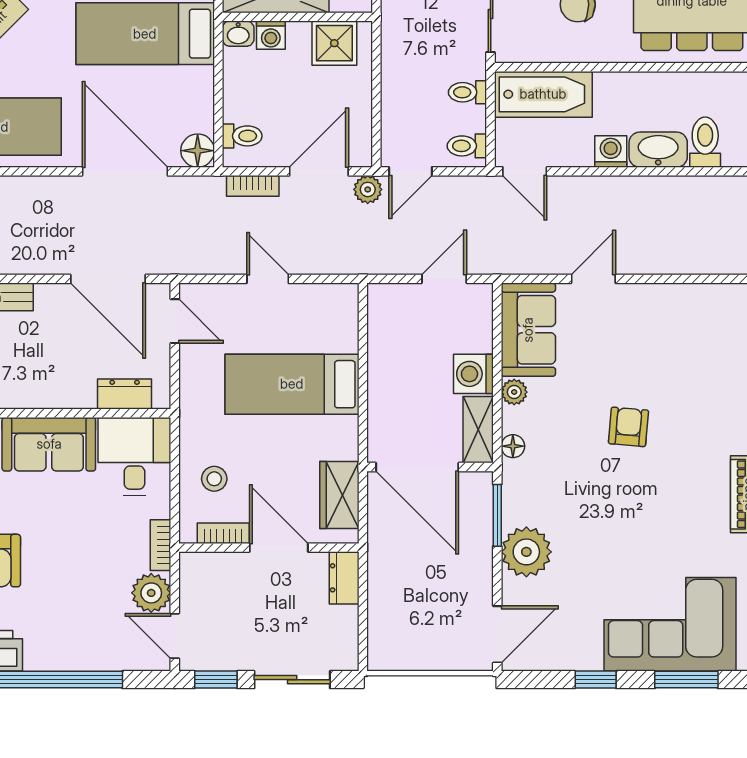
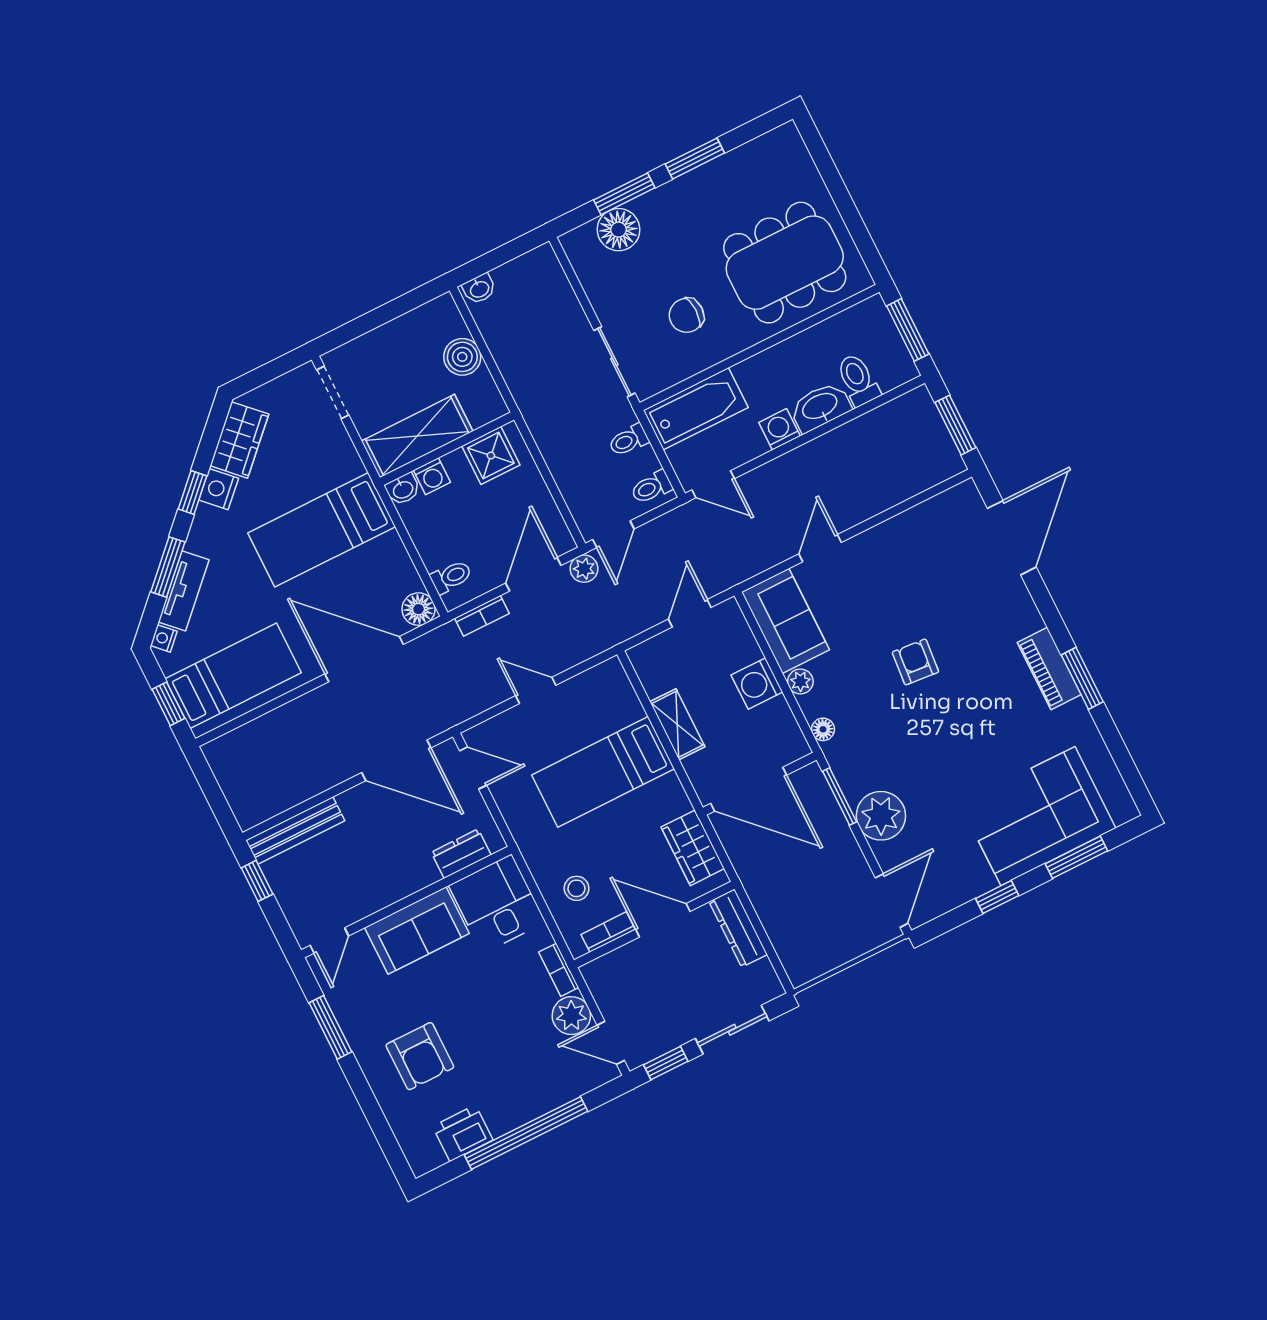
shelving: (478, 430) -> (677, 724), moved
dresser: (344, 578) -> (738, 928), width x1.44

